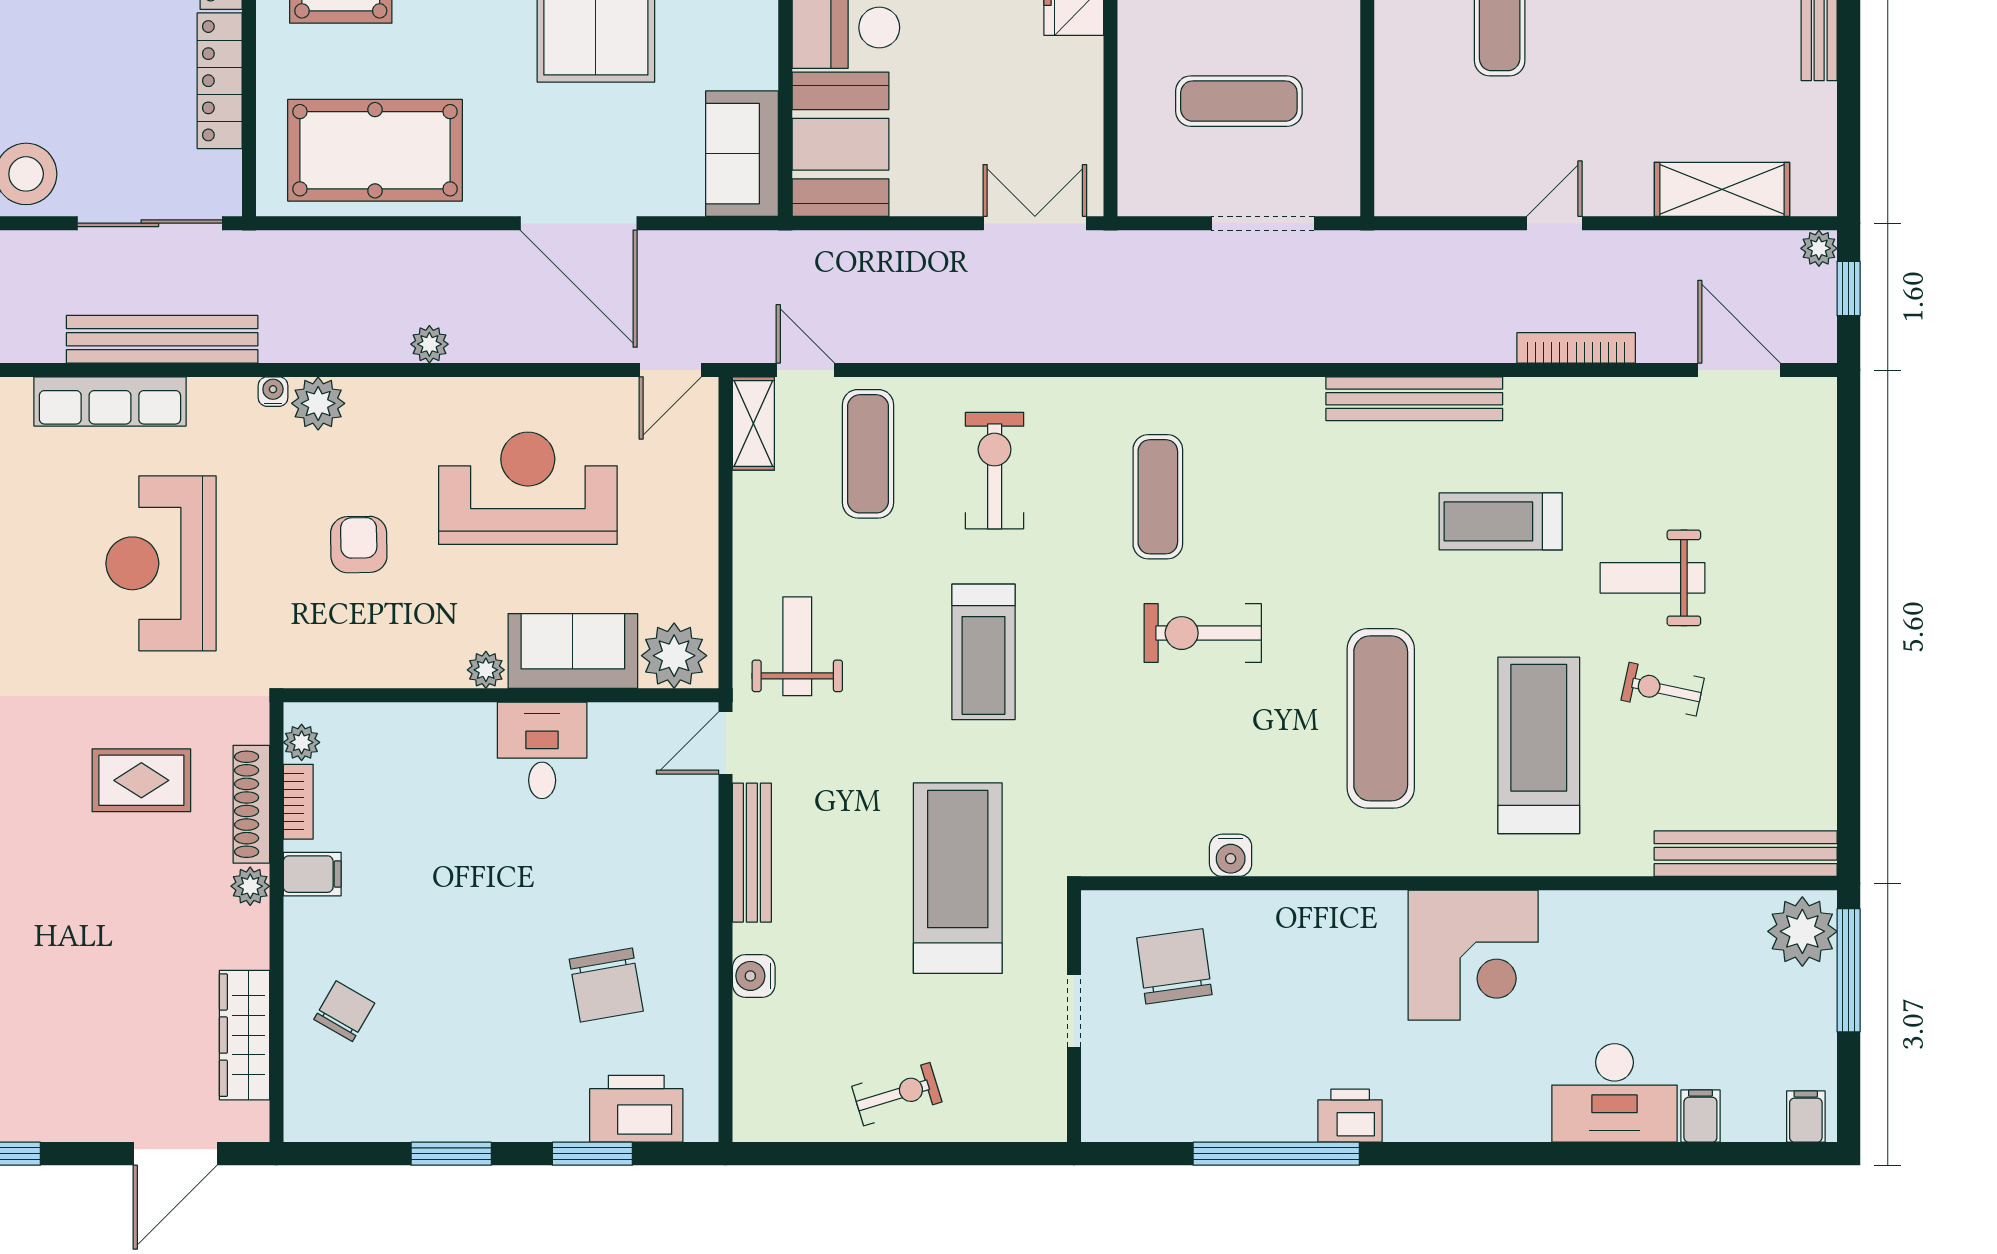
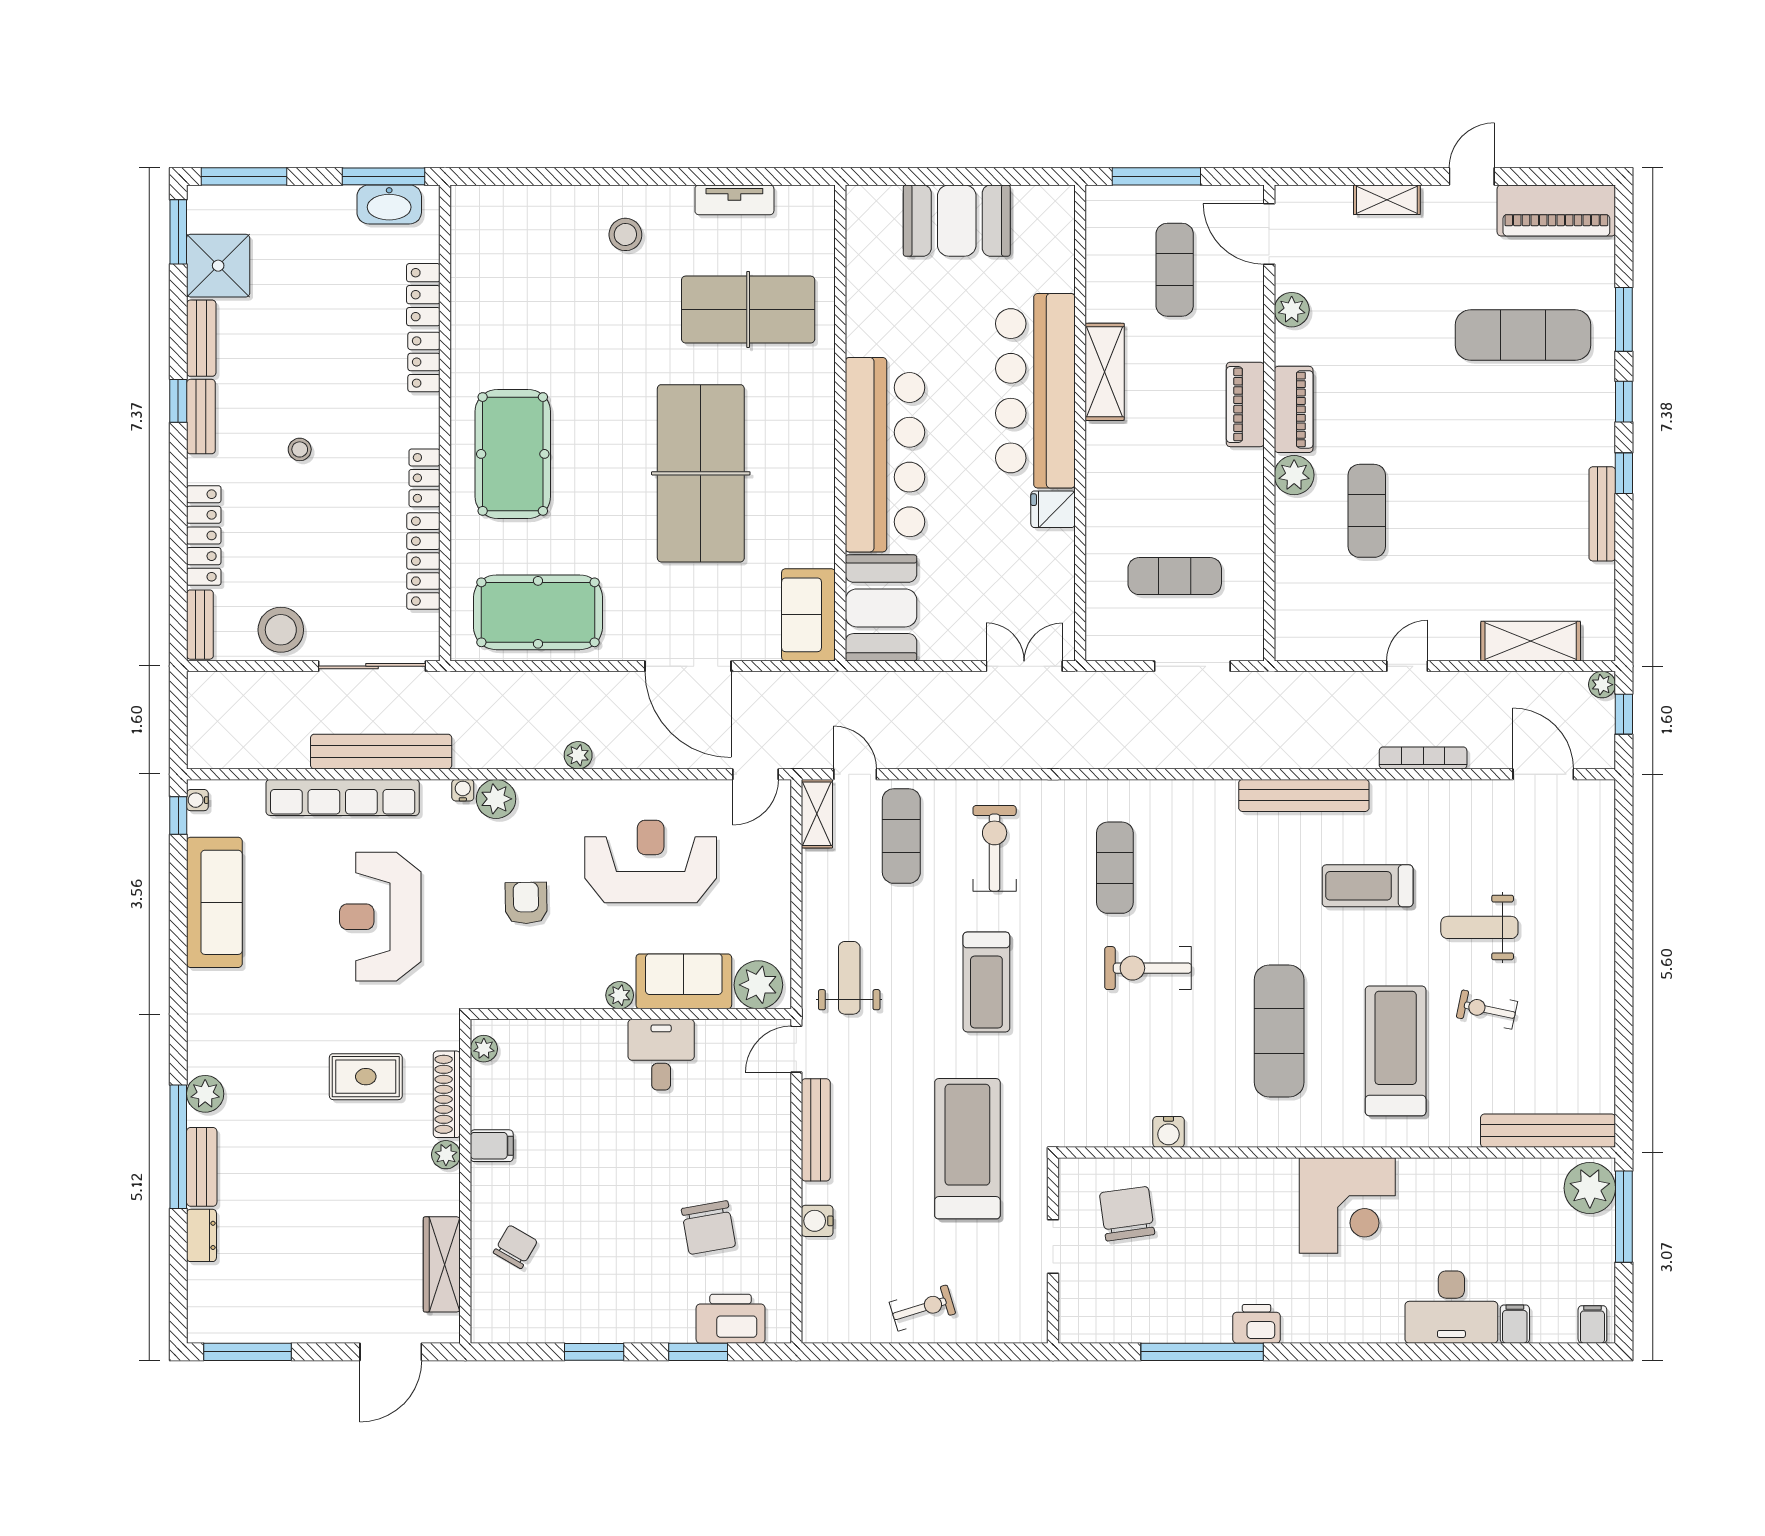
row of seats: (110, 401) -> (343, 797), width x1.36
bookcase: (298, 802) -> (481, 1092), removed

